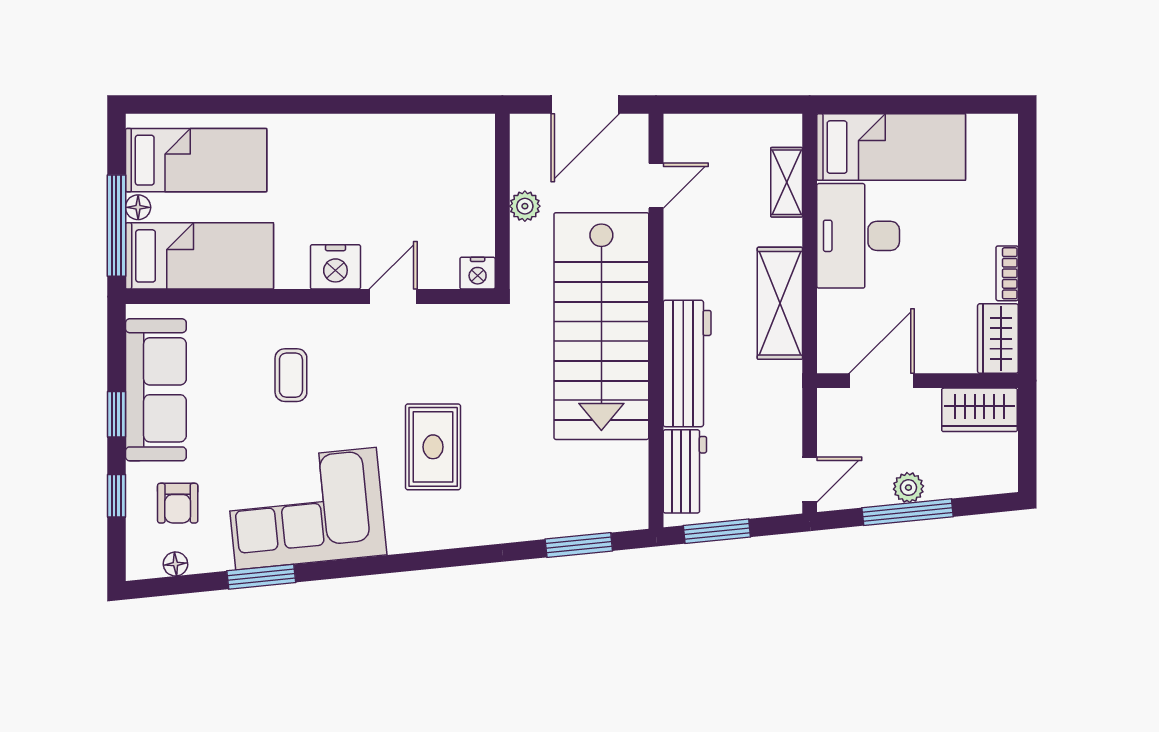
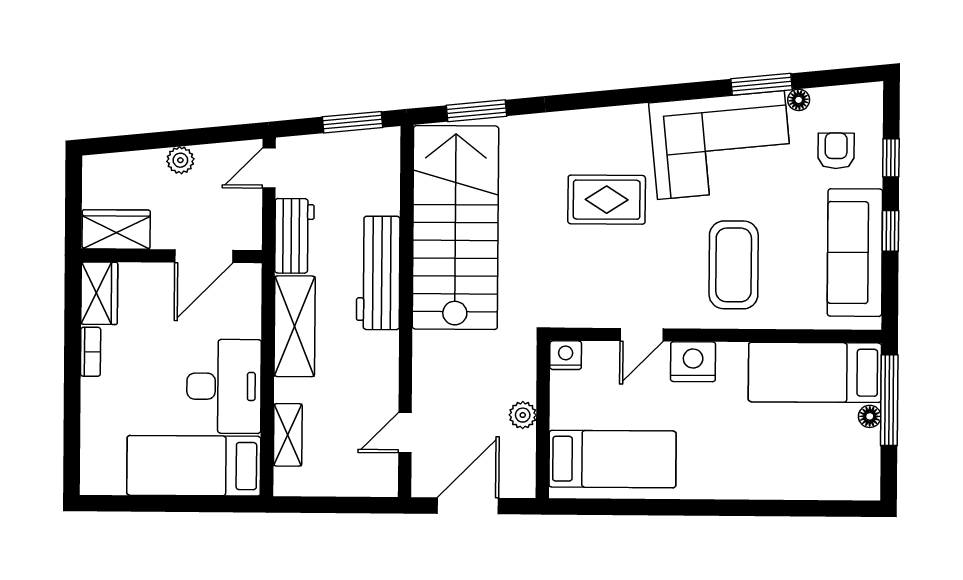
bed: (196, 160) -> (612, 459), moved, turned 180
stairs: (601, 326) -> (455, 228), moved
coffee table: (291, 375) -> (734, 265), width x1.86, depth x1.72
rug: (433, 447) -> (607, 200), turned 90
workbench: (685, 471) -> (294, 236), moved, turned 180
window: (908, 512) -> (181, 138), removed
floor lamp: (175, 564) -> (799, 100), moved

